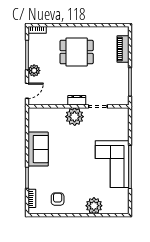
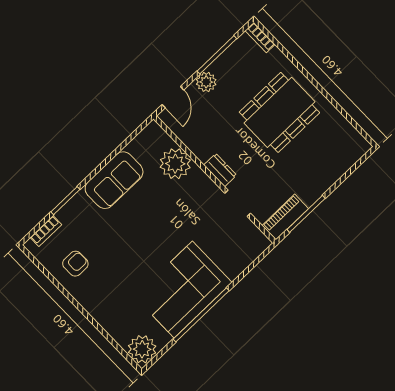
piano: (123, 49) -> (285, 217), moved
dining table: (77, 52) -> (279, 112), width x1.38
door: (27, 91) -> (173, 97), hinge flipped
plant: (75, 117) -> (175, 164), moved
plant: (94, 206) -> (142, 349), moved

